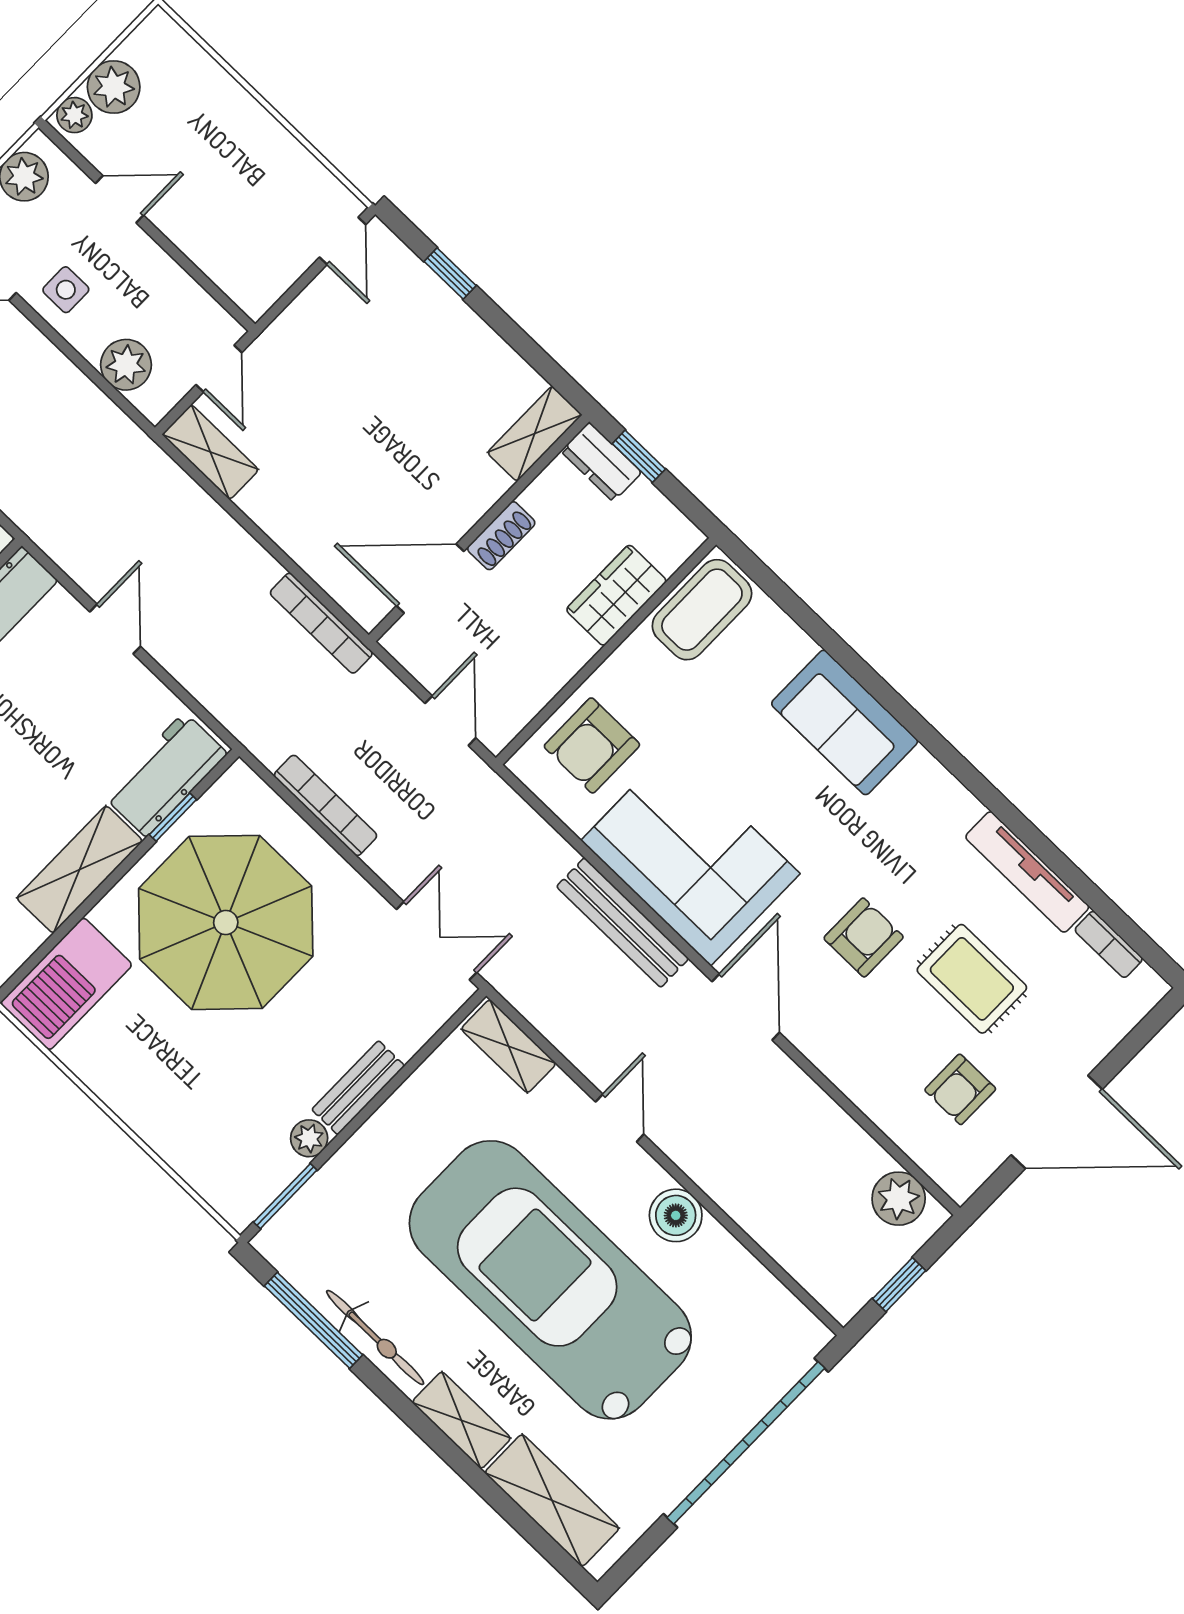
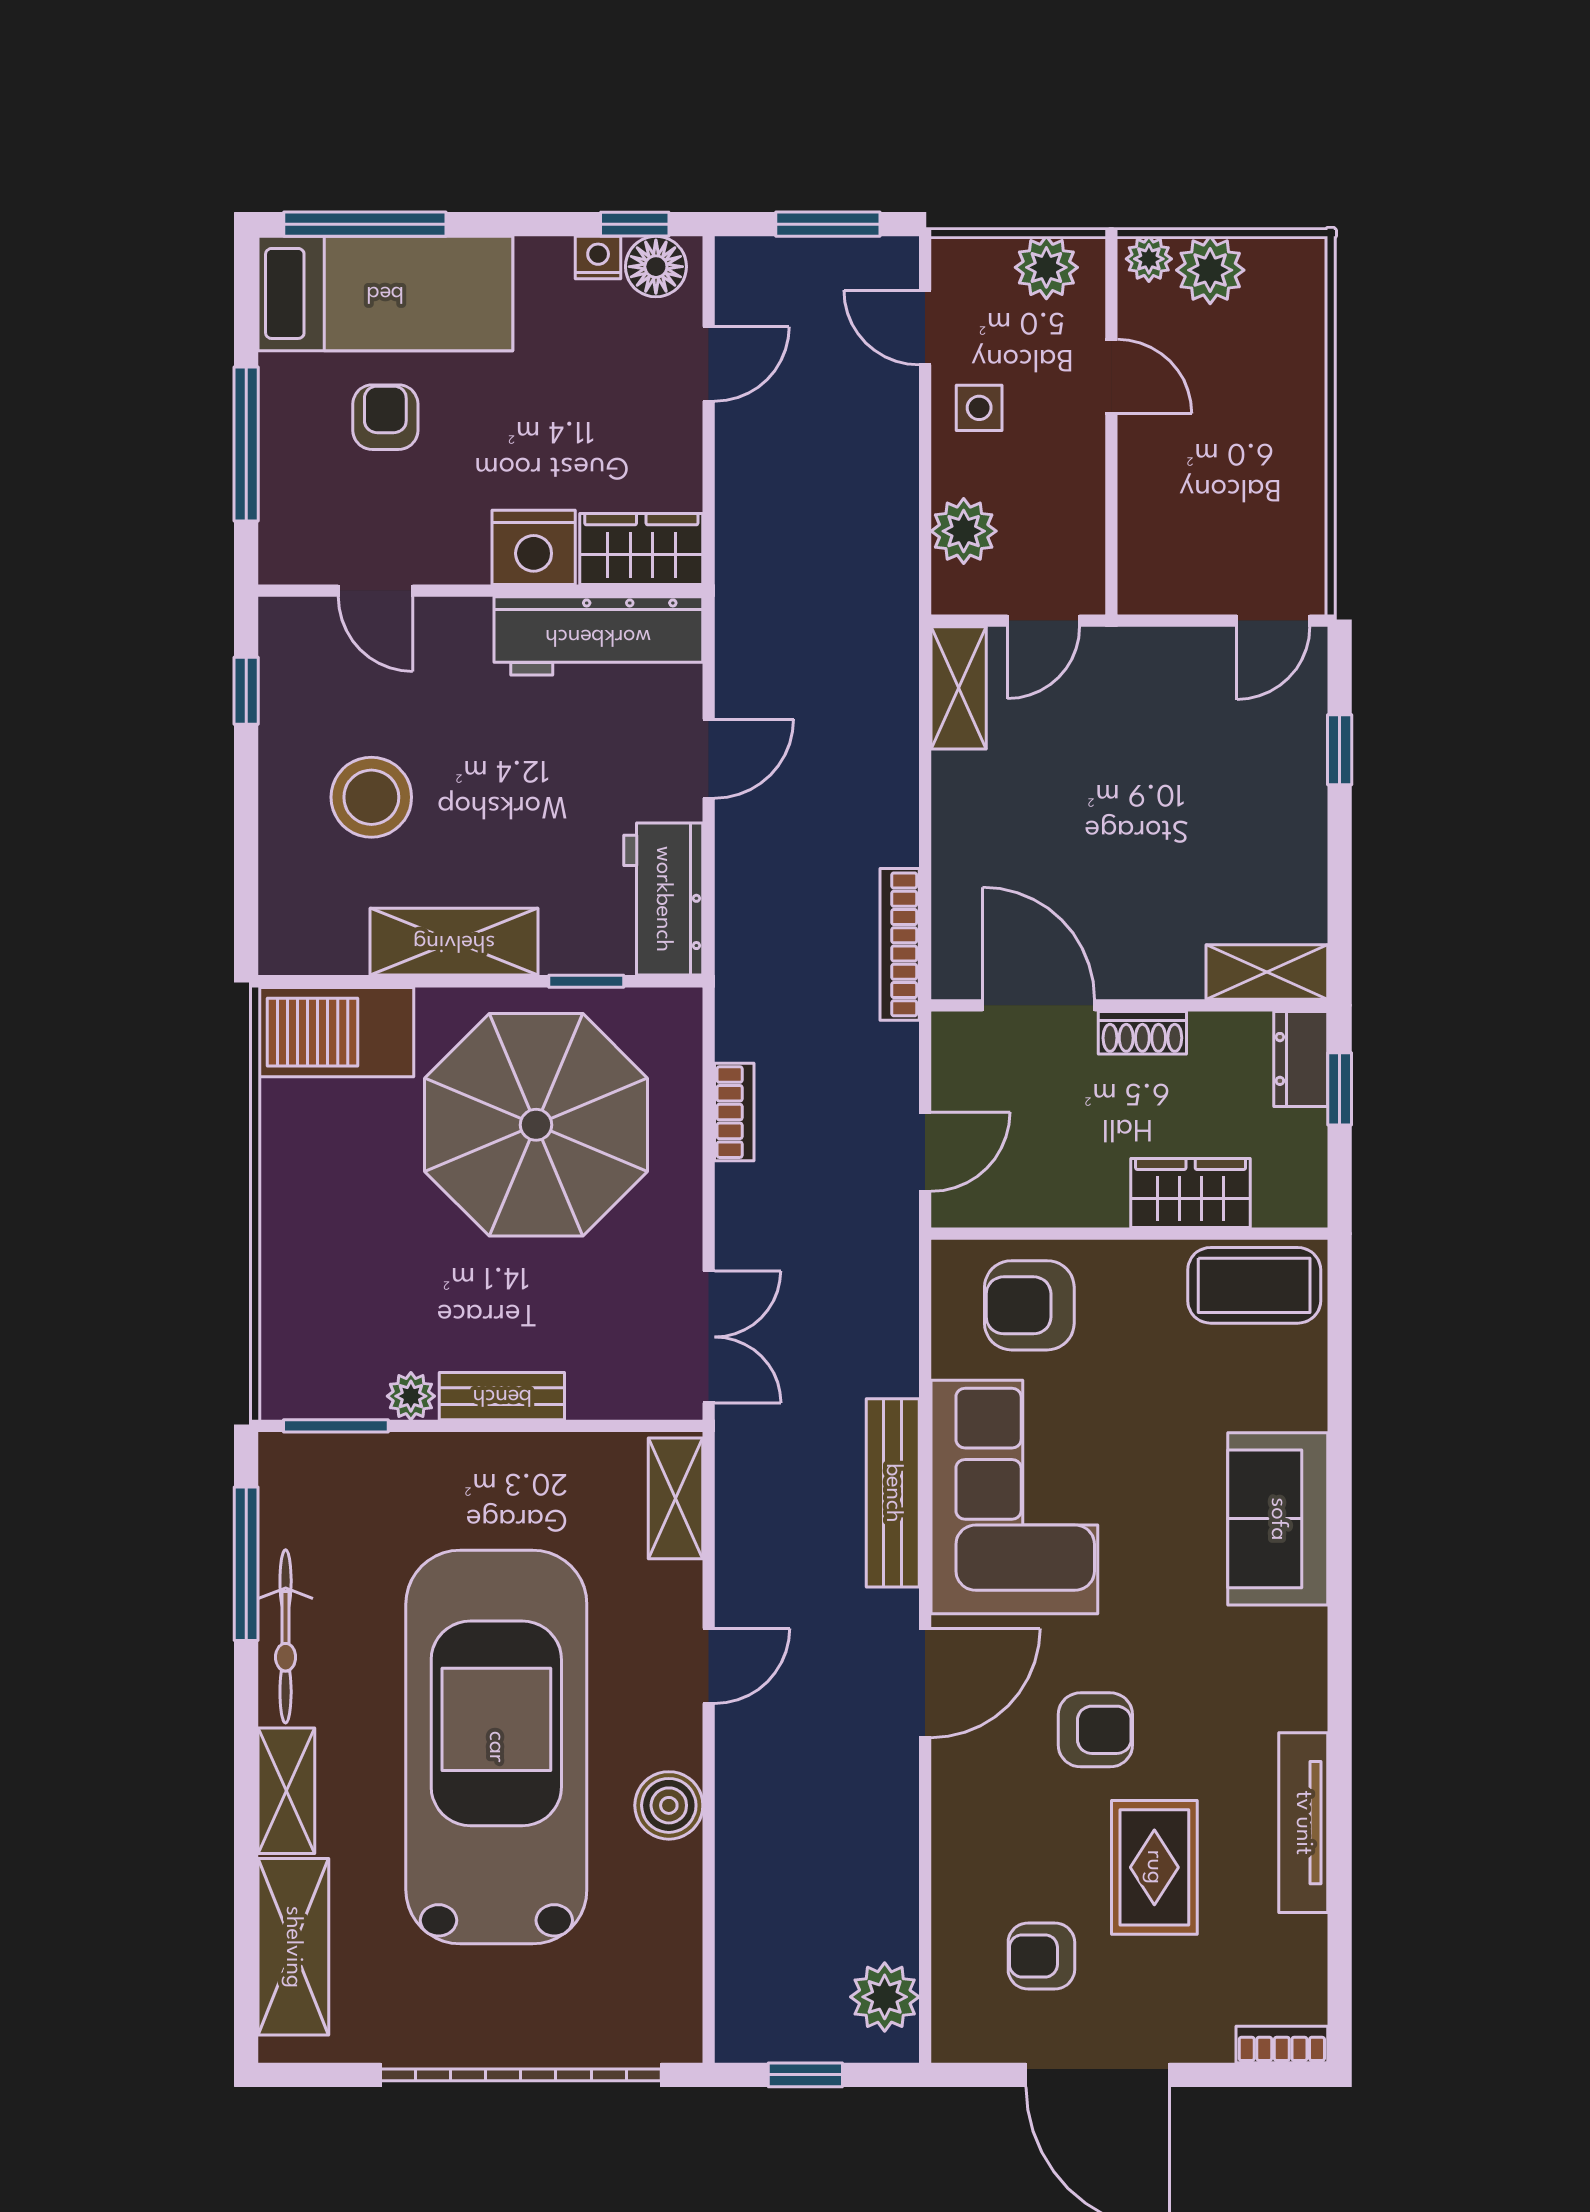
workbench: (165, 775) -> (663, 899), moved, turned -90
bookcase: (325, 805) -> (734, 1112), width x0.64
bookcase: (1109, 944) -> (1282, 2045), moved, turned 90

